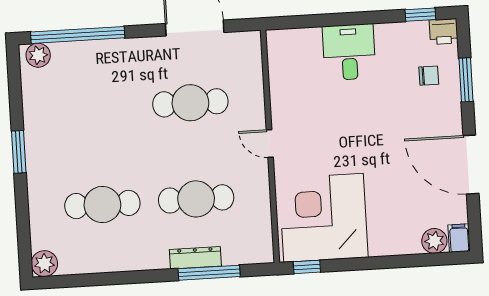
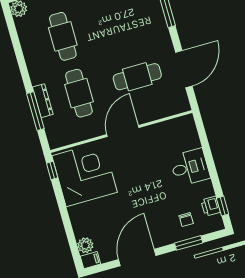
printer: (444, 31) -> (211, 206), moved
cafe table: (190, 103) -> (137, 77), turned 90
door: (270, 144) -> (123, 131), width x1.87

